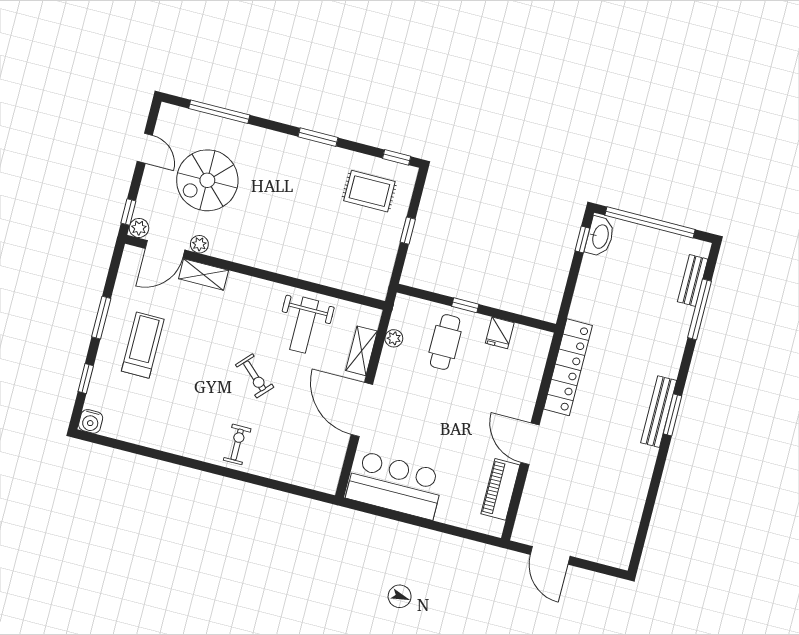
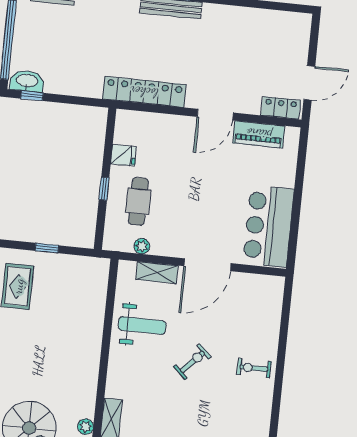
cafe table: (445, 342) -> (138, 201), turned 90
locker: (527, 519) -> (281, 108), added

